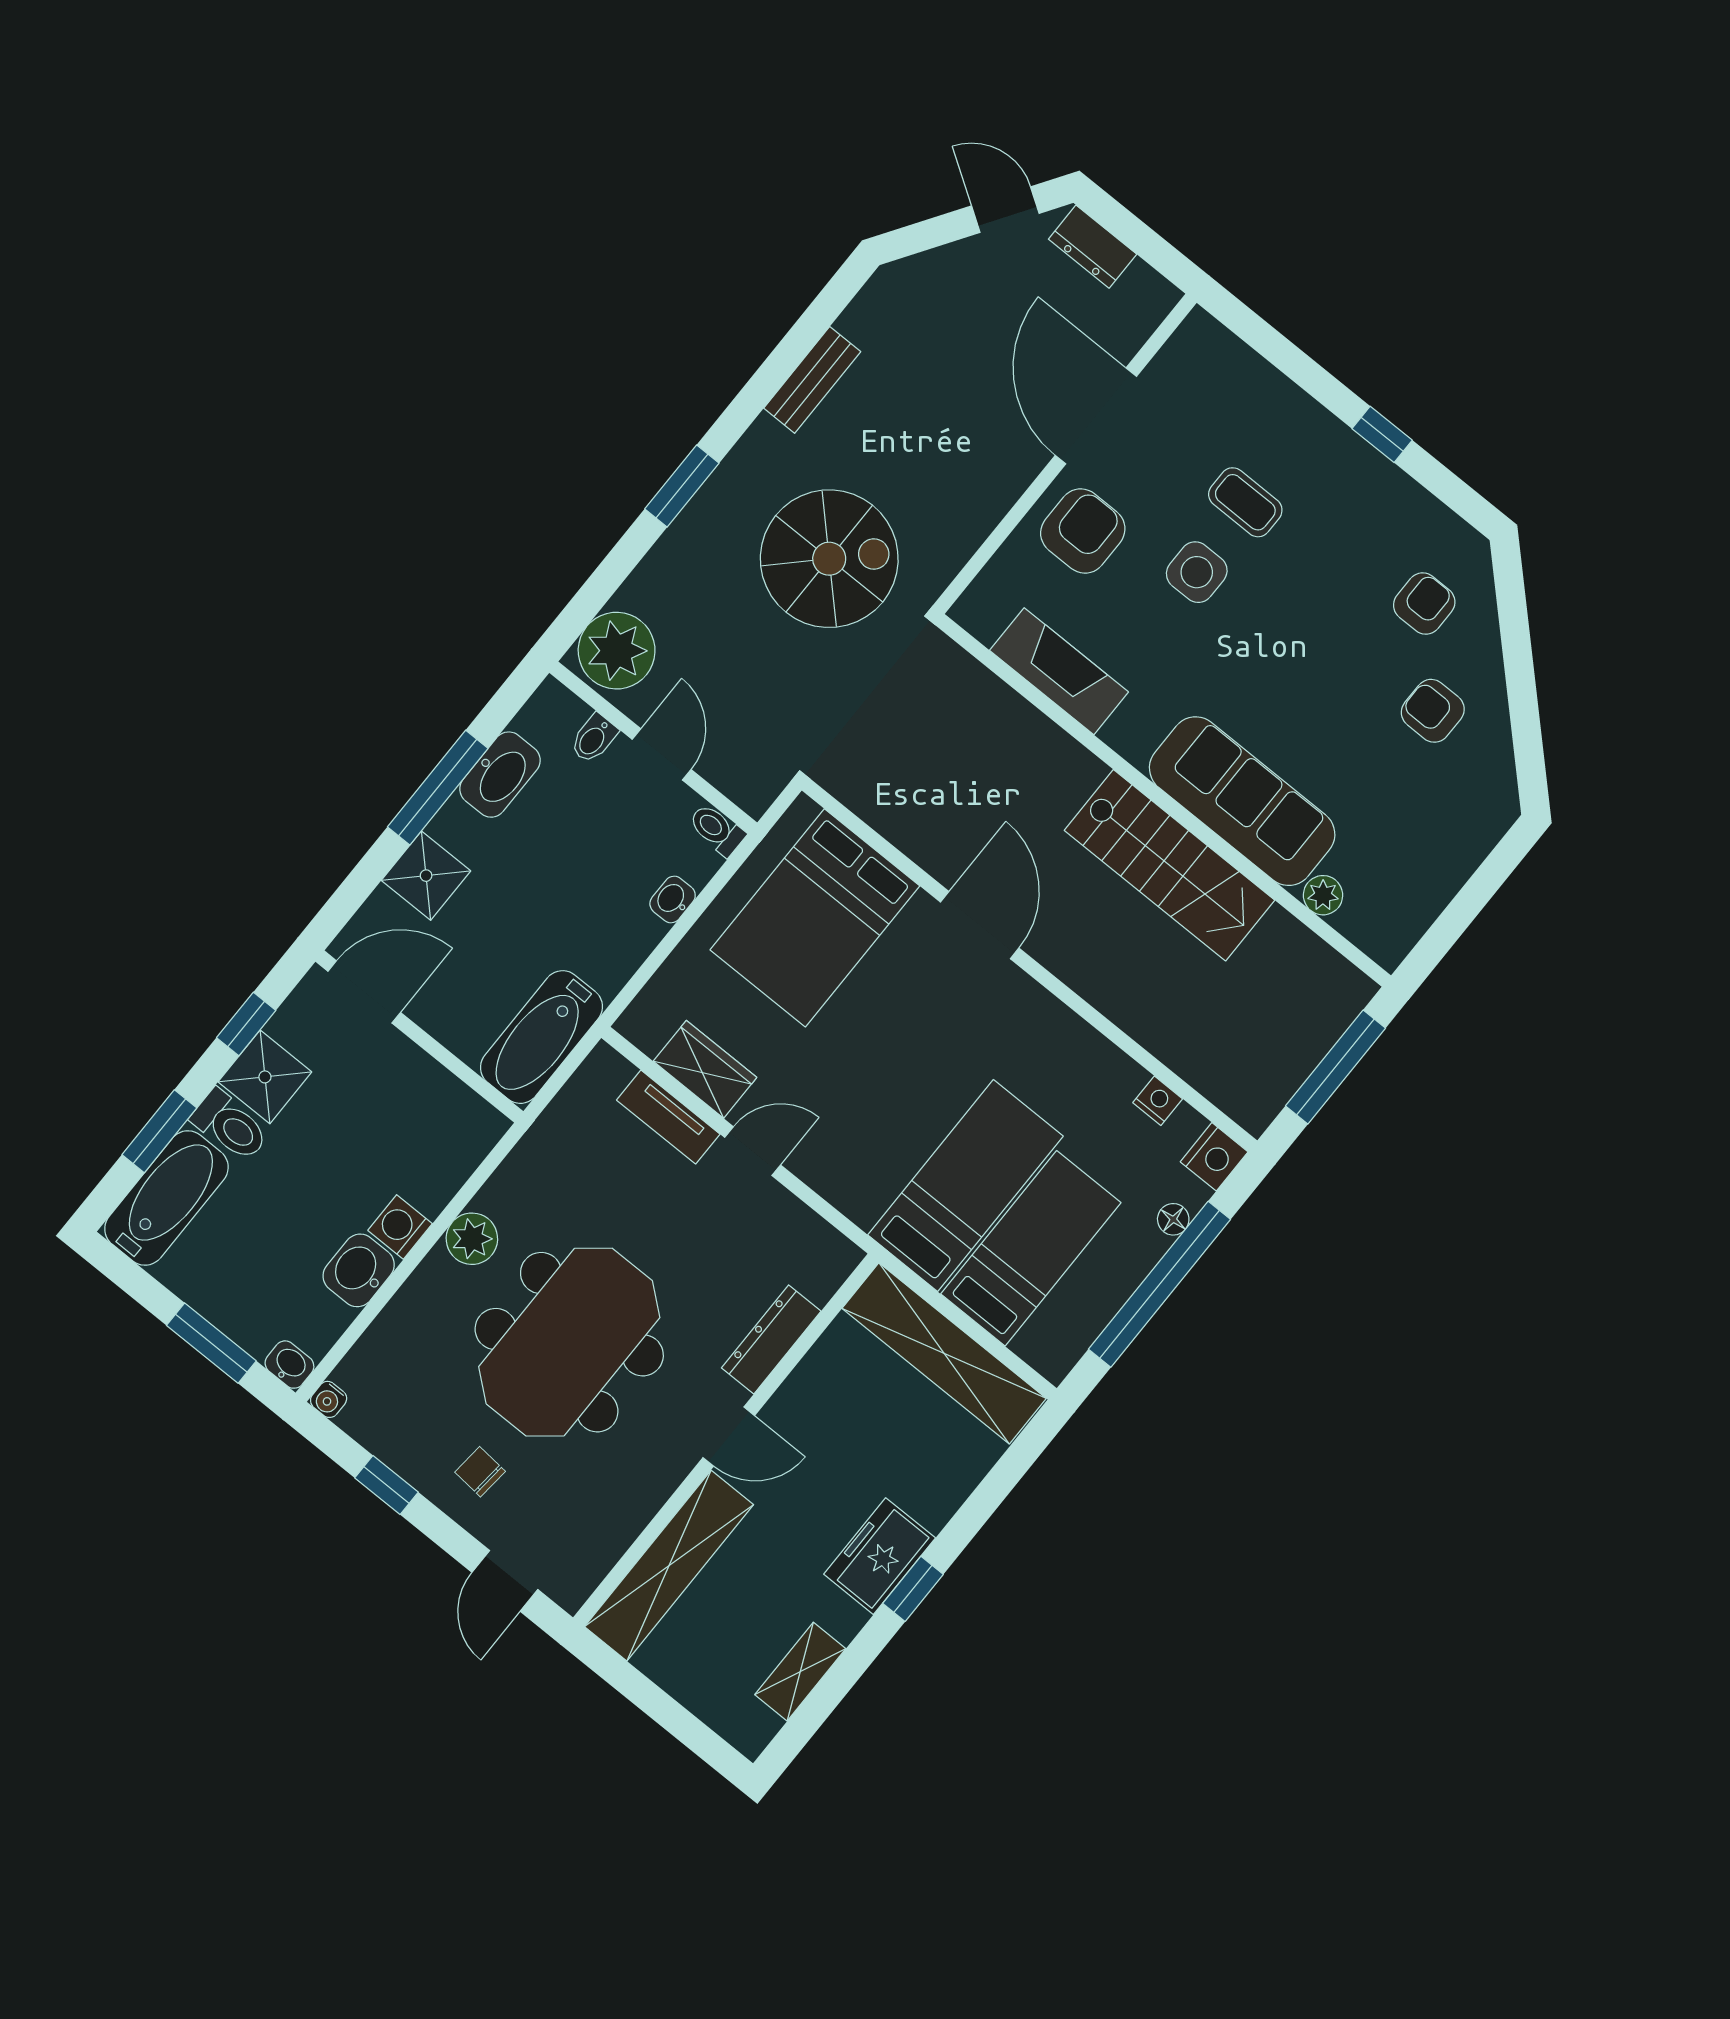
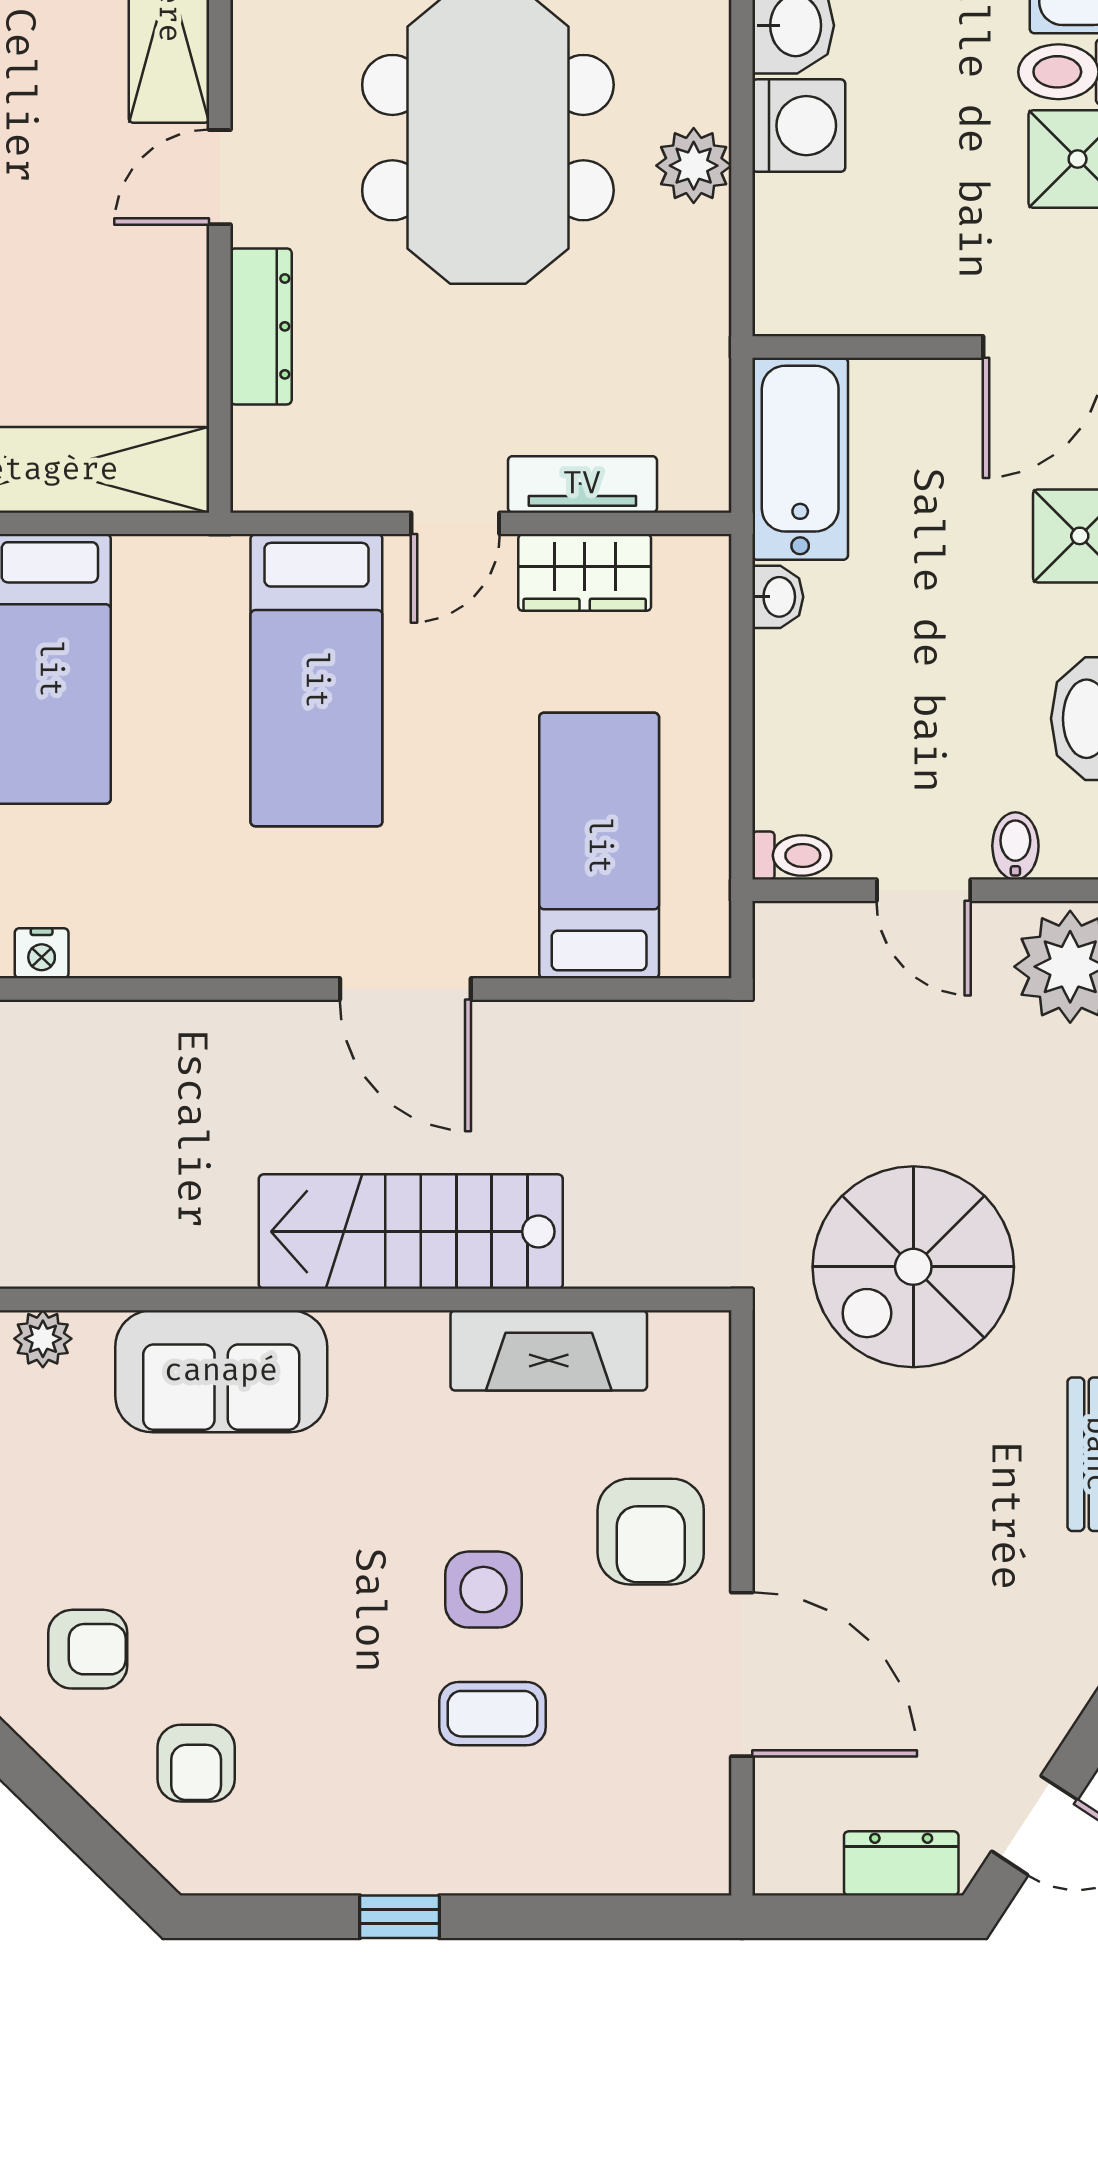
sofa: (1242, 801) -> (221, 1371), width x0.73
stairs: (1169, 865) -> (411, 1232), moved
washbasin: (673, 899) -> (778, 597), moved
bed: (815, 918) -> (599, 846), width x0.67
bed: (965, 1185) -> (316, 680), moved
washing machine: (400, 1227) -> (799, 126), width x1.38, depth x1.38

